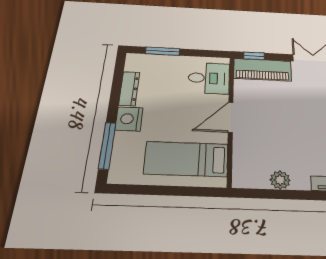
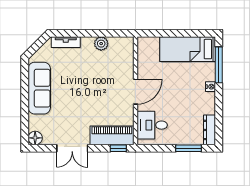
dresser: (129, 89) -> (210, 130), moved
nightstand: (129, 119) -> (211, 87), width x0.53, depth x0.56
bed: (186, 159) -> (188, 49), moved, turned 180

